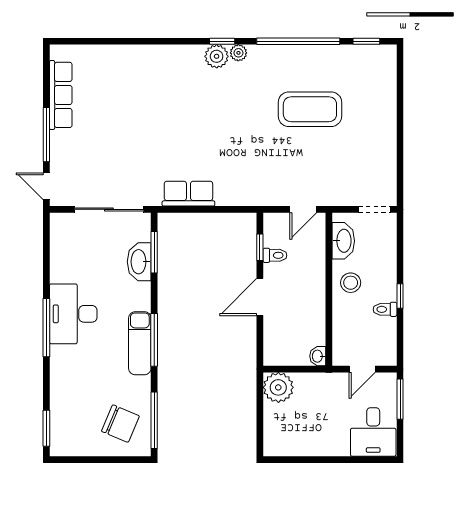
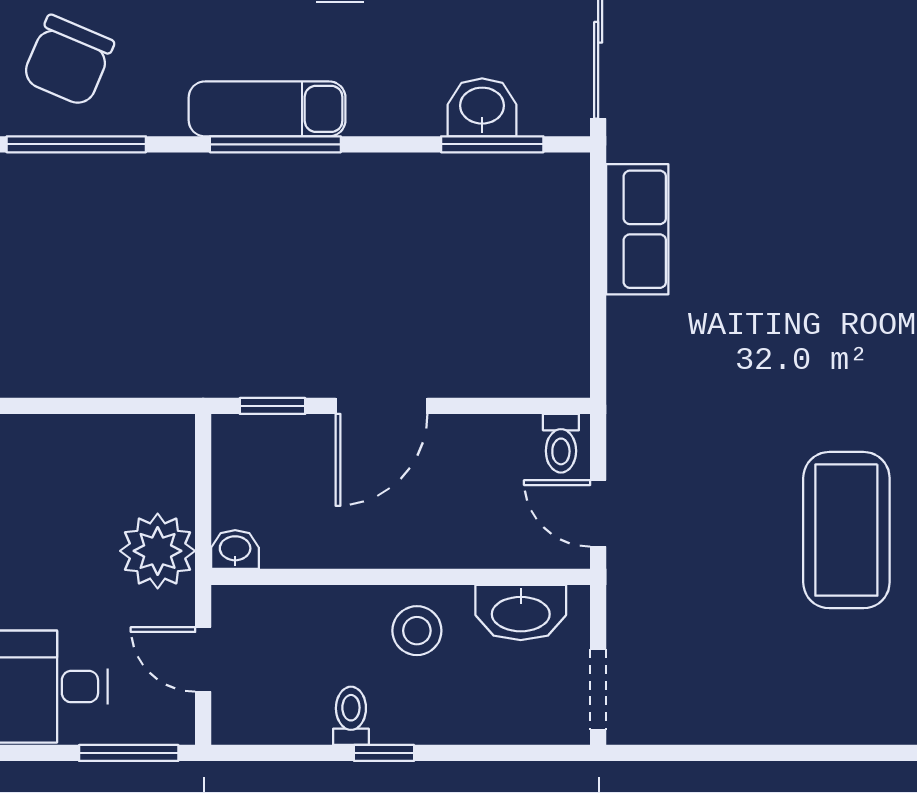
window: (260, 247) -> (273, 406), moved
toilet: (275, 255) -> (561, 443), moved
washbasin: (139, 262) -> (482, 107), width x0.72
door: (260, 297) -> (382, 406), swing flipped
plant: (278, 387) -> (158, 551), moved

